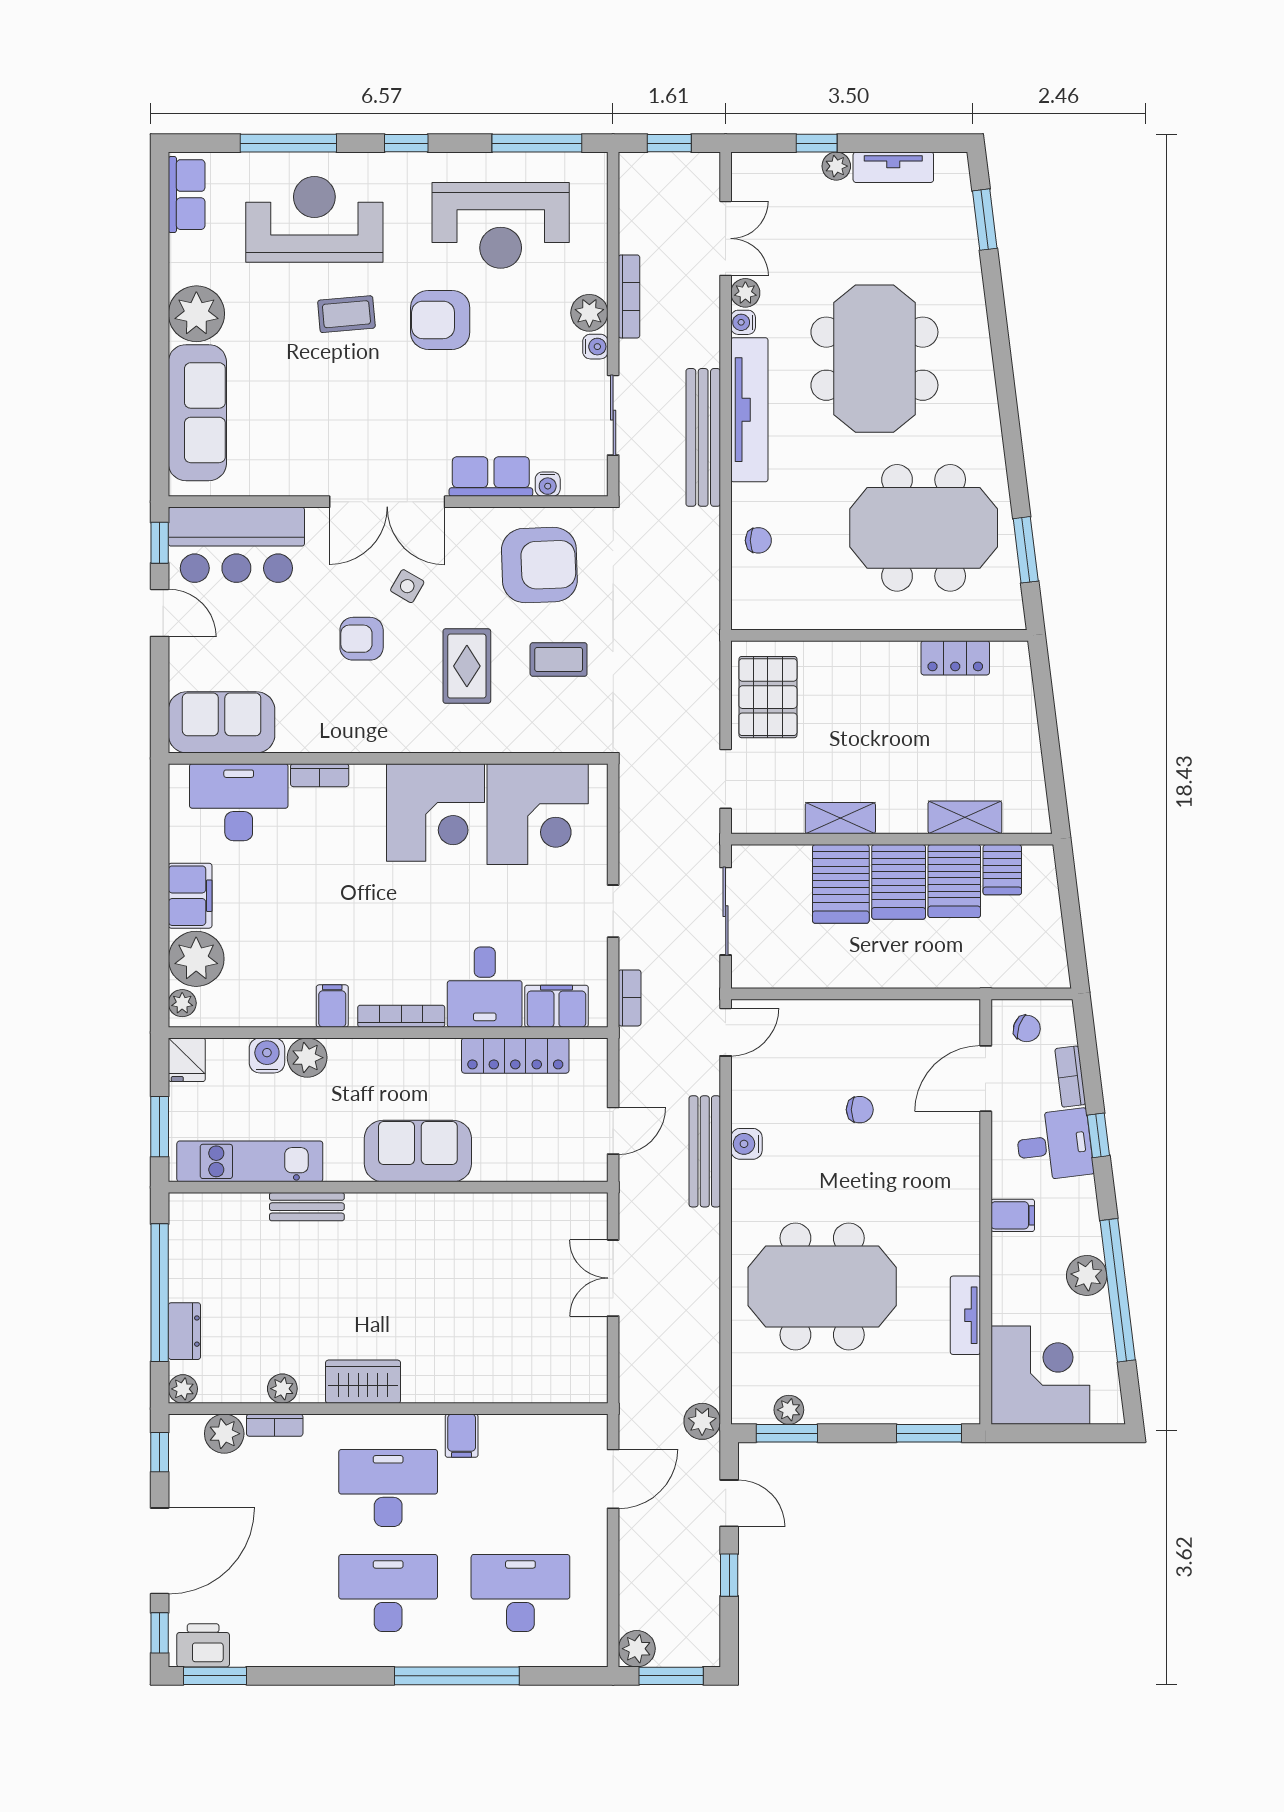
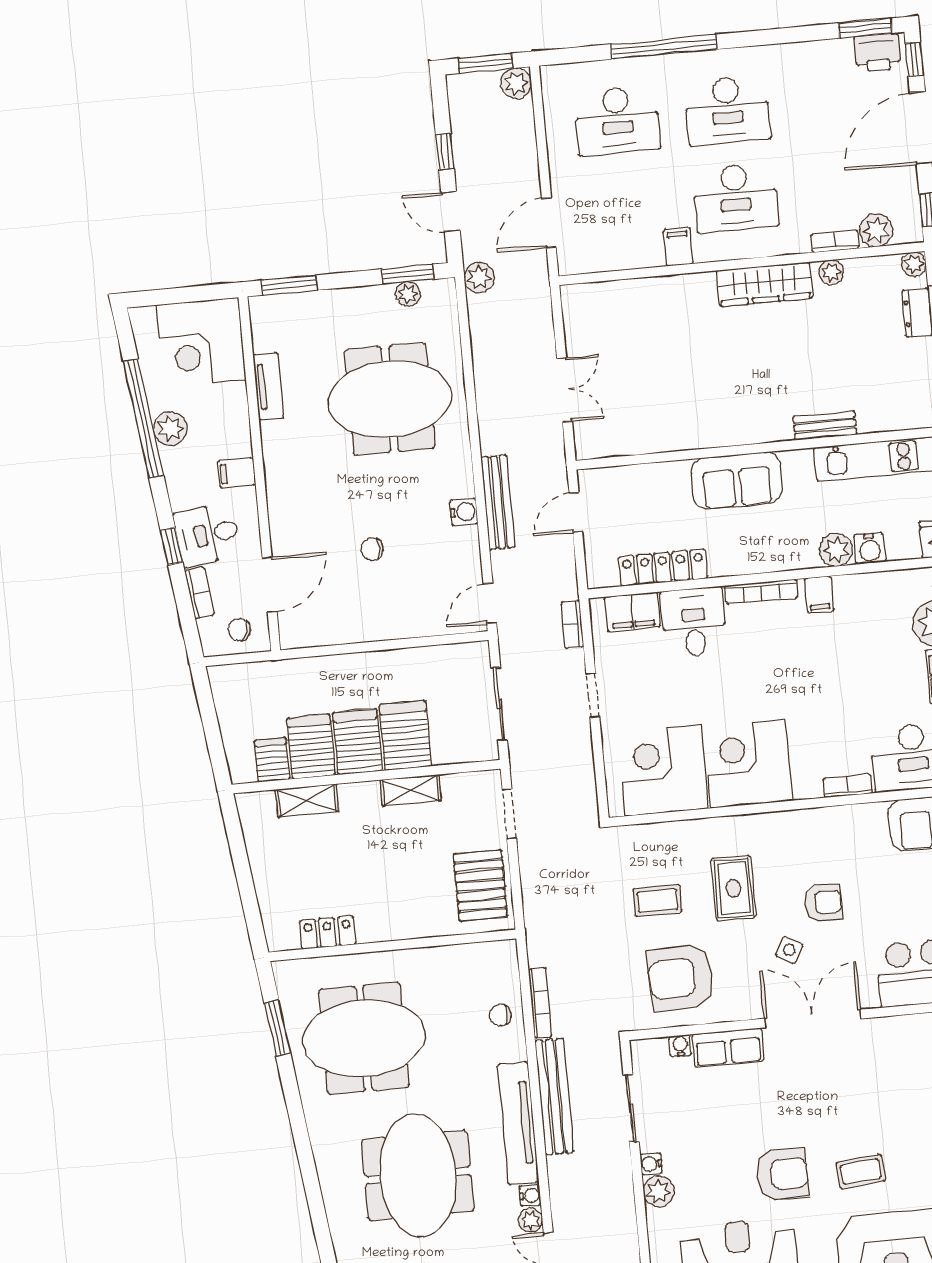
bookcase: (629, 296) -> (540, 1003), moved, turned 180
wardrobe: (363, 1382) -> (765, 284), width x1.50

